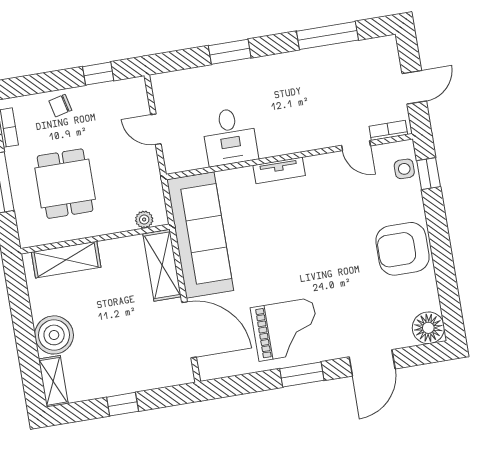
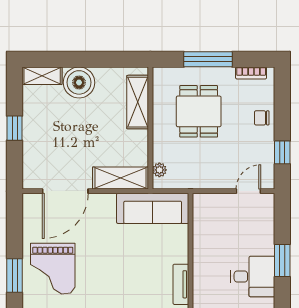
chair: (60, 106) -> (262, 118), turned -77
door: (156, 129) -> (248, 191), moved
desk: (230, 137) -> (253, 277), moved, turned 180
dining table: (65, 184) -> (199, 111), turned 90
sofa: (200, 235) -> (153, 208), width x0.74, depth x0.79

